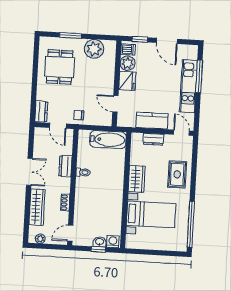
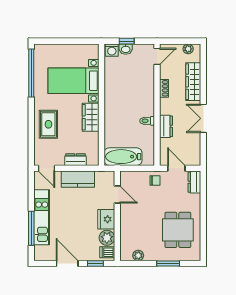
plant: (94, 49) -> (138, 255), width x0.53, depth x0.53

